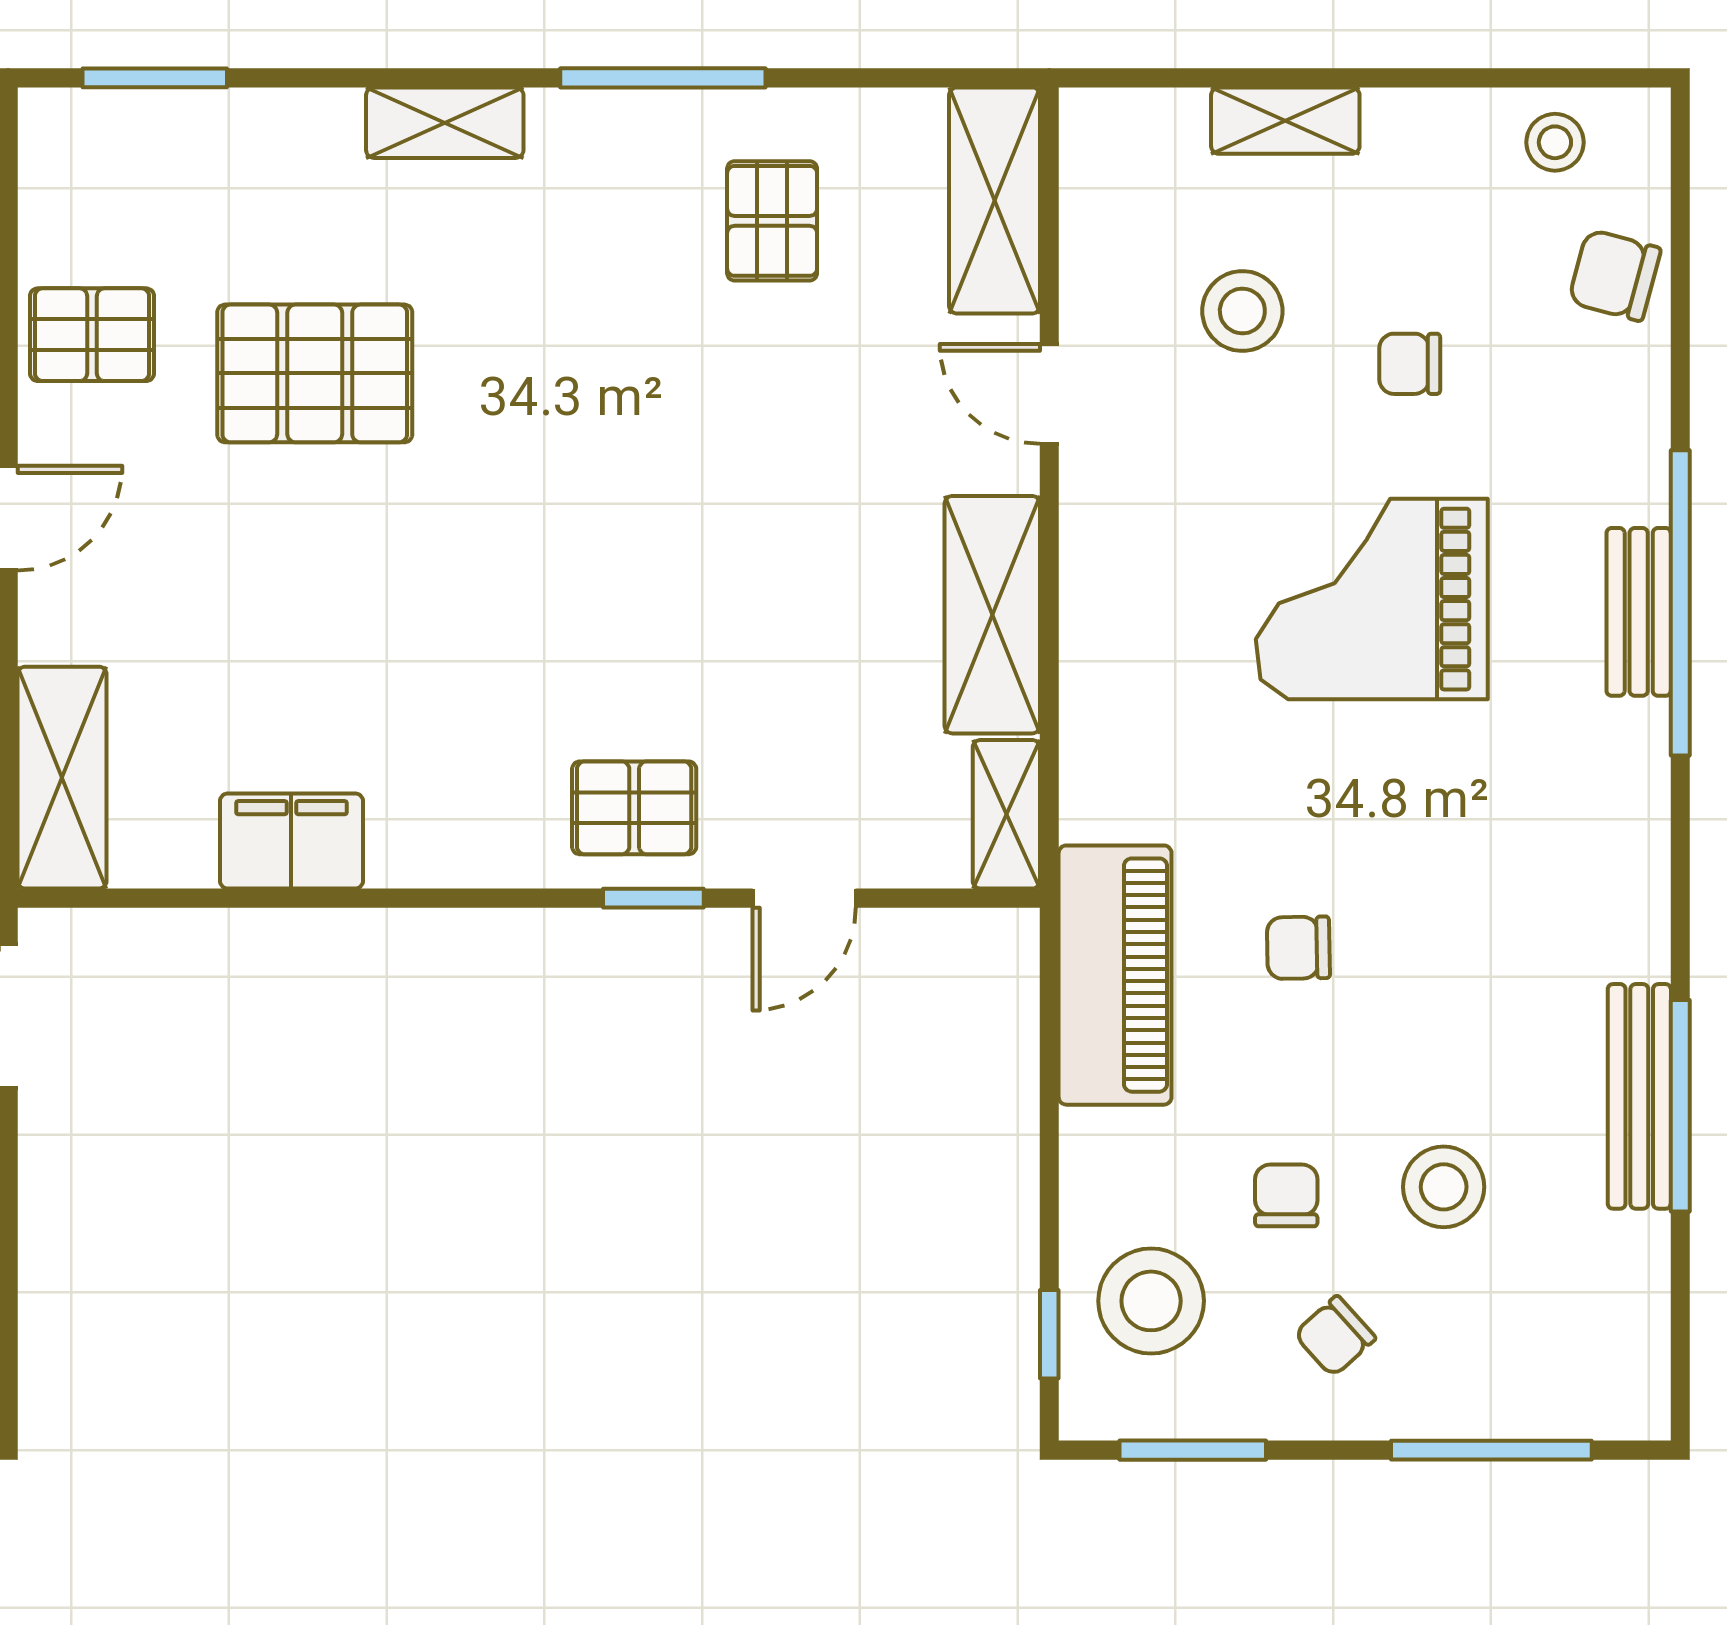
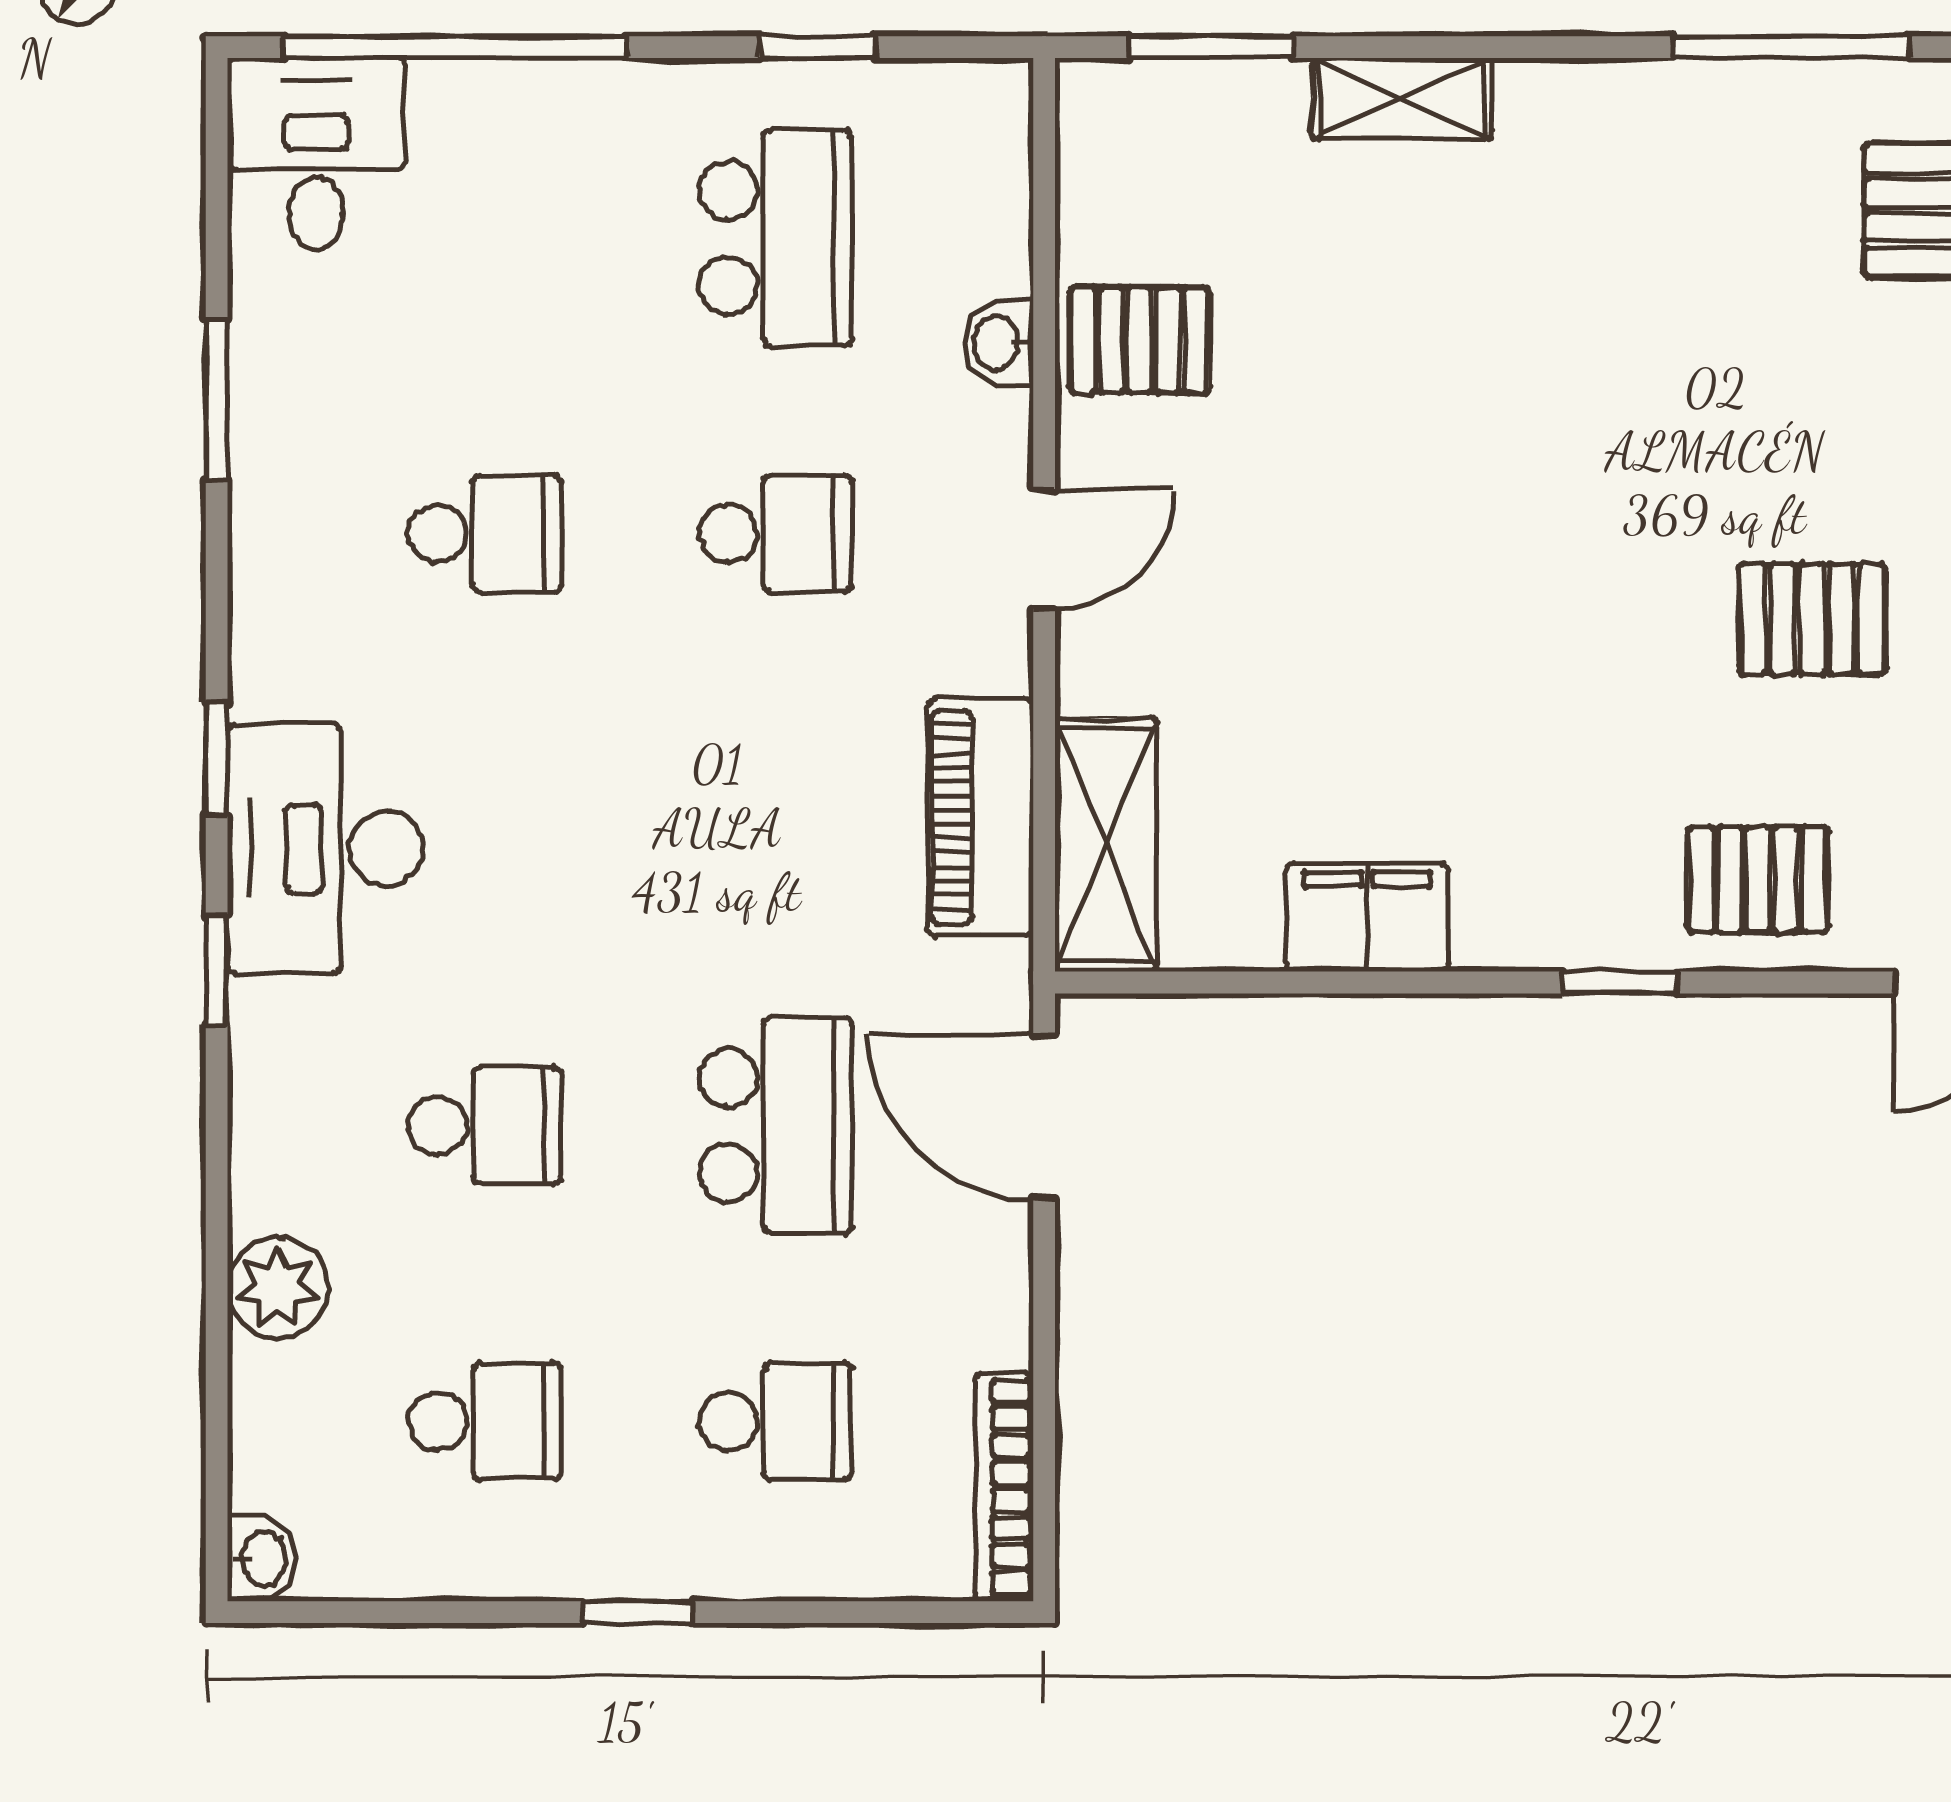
shelving: (445, 123) -> (1402, 98), moved
pallet: (315, 373) -> (1812, 619), moved, width x0.67, depth x0.71
window: (653, 898) -> (1620, 983), moved

